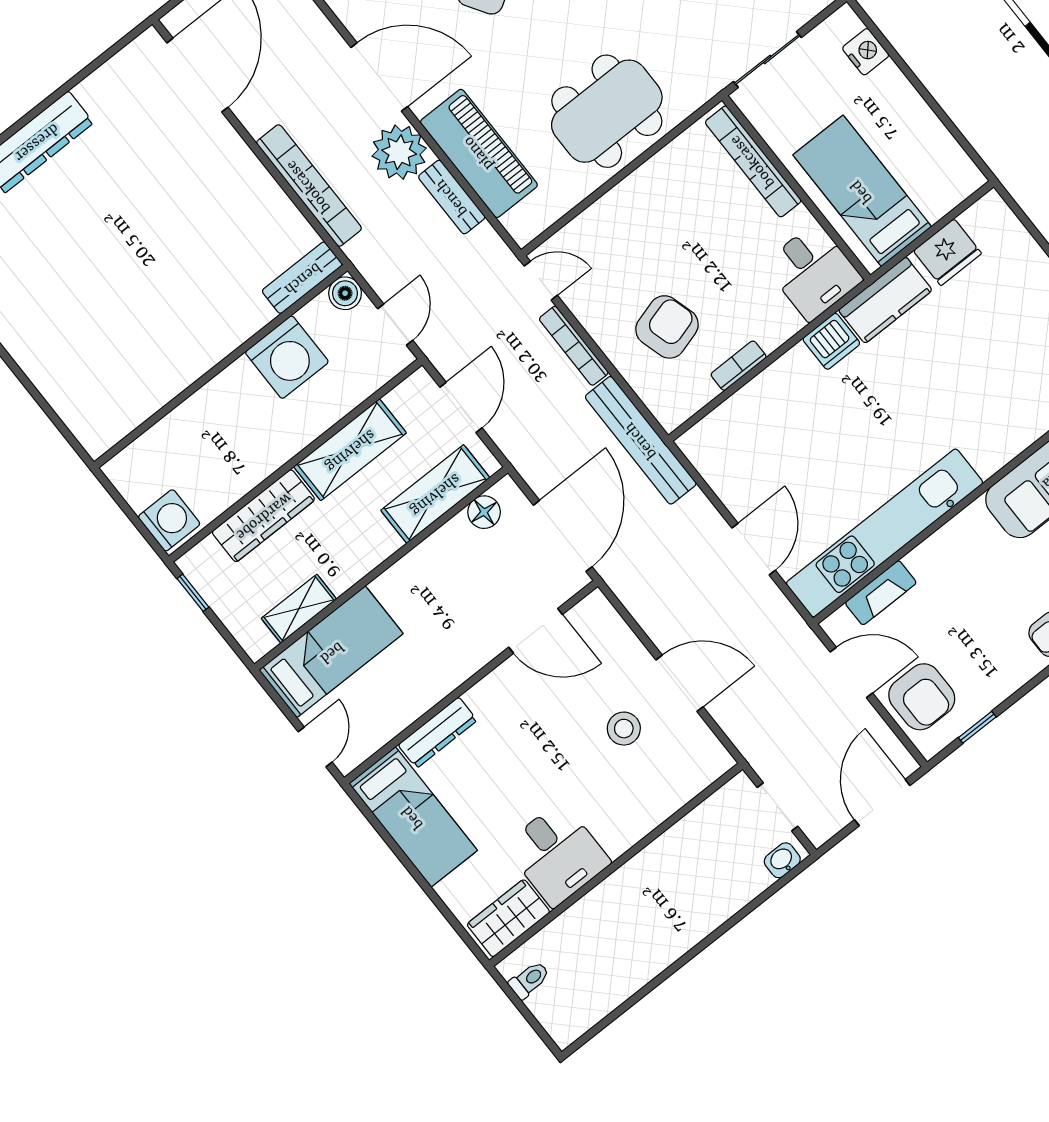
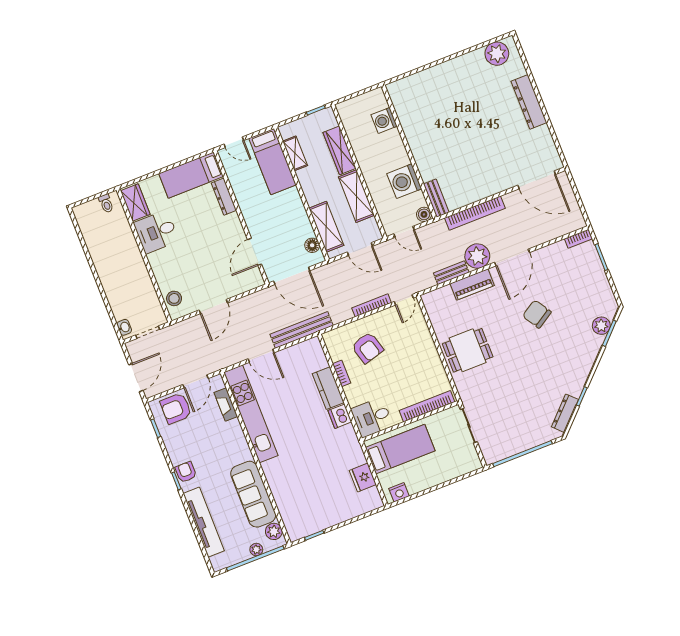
nightstand: (866, 52) -> (399, 492), moved
dining table: (607, 111) -> (468, 350), width x0.73
piano: (479, 153) -> (472, 285), width x0.73, depth x0.75
kitchen counter: (885, 300) -> (328, 388), moved
bench: (641, 440) -> (302, 330), moved
washing machine: (169, 520) -> (384, 120), moved, turned 90
stool: (624, 729) -> (174, 298), moved
door: (882, 803) -> (136, 378), hinge flipped

